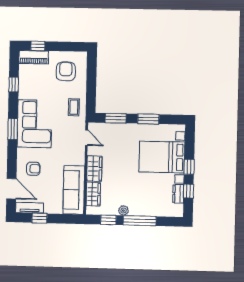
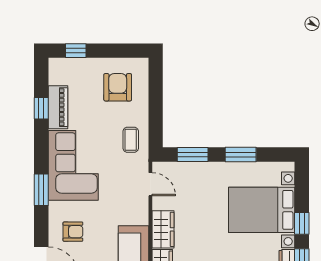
piano: (34, 57) -> (58, 107), moved, turned -90
window: (13, 129) -> (41, 190), moved

